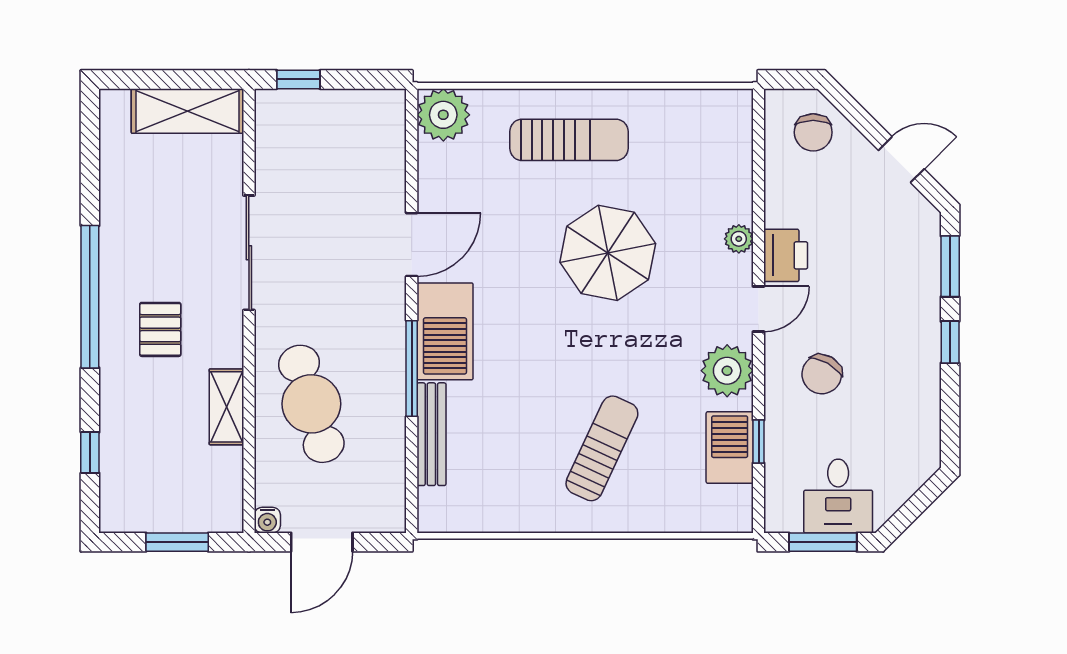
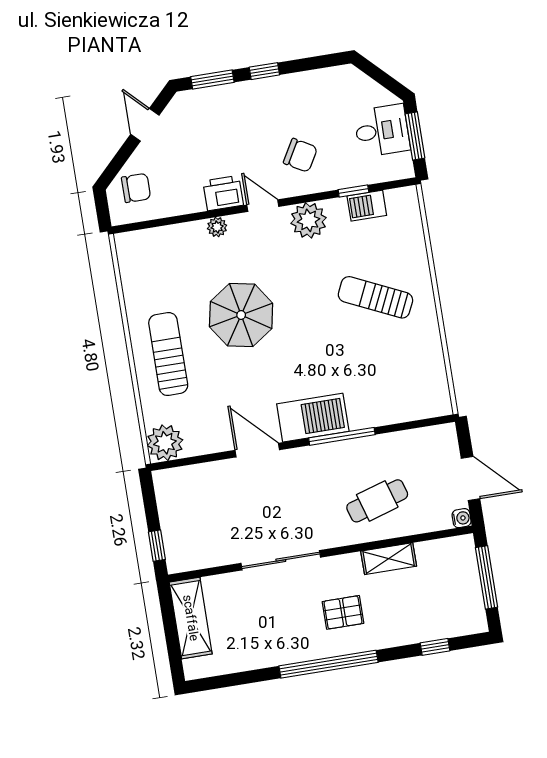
cafe table: (311, 404) -> (377, 501), width x0.73, depth x0.74
bench: (431, 434) -> (385, 415), removed
barbecue: (730, 447) -> (367, 206), width x0.73, depth x0.79
window: (177, 542) -> (487, 577), width x1.44

